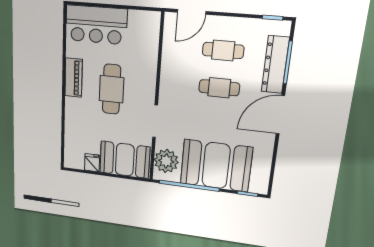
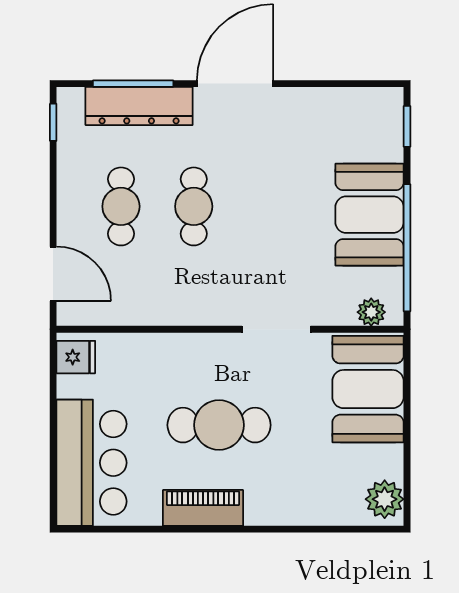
door: (280, 115) -> (235, 84), swing flipped
plant: (75, 161) -> (385, 499), added
plant: (166, 161) -> (371, 312), width x0.53, depth x0.53
fridge: (92, 163) -> (76, 357), moved, turned 180
booth: (216, 166) -> (370, 215), width x0.73, depth x0.70

